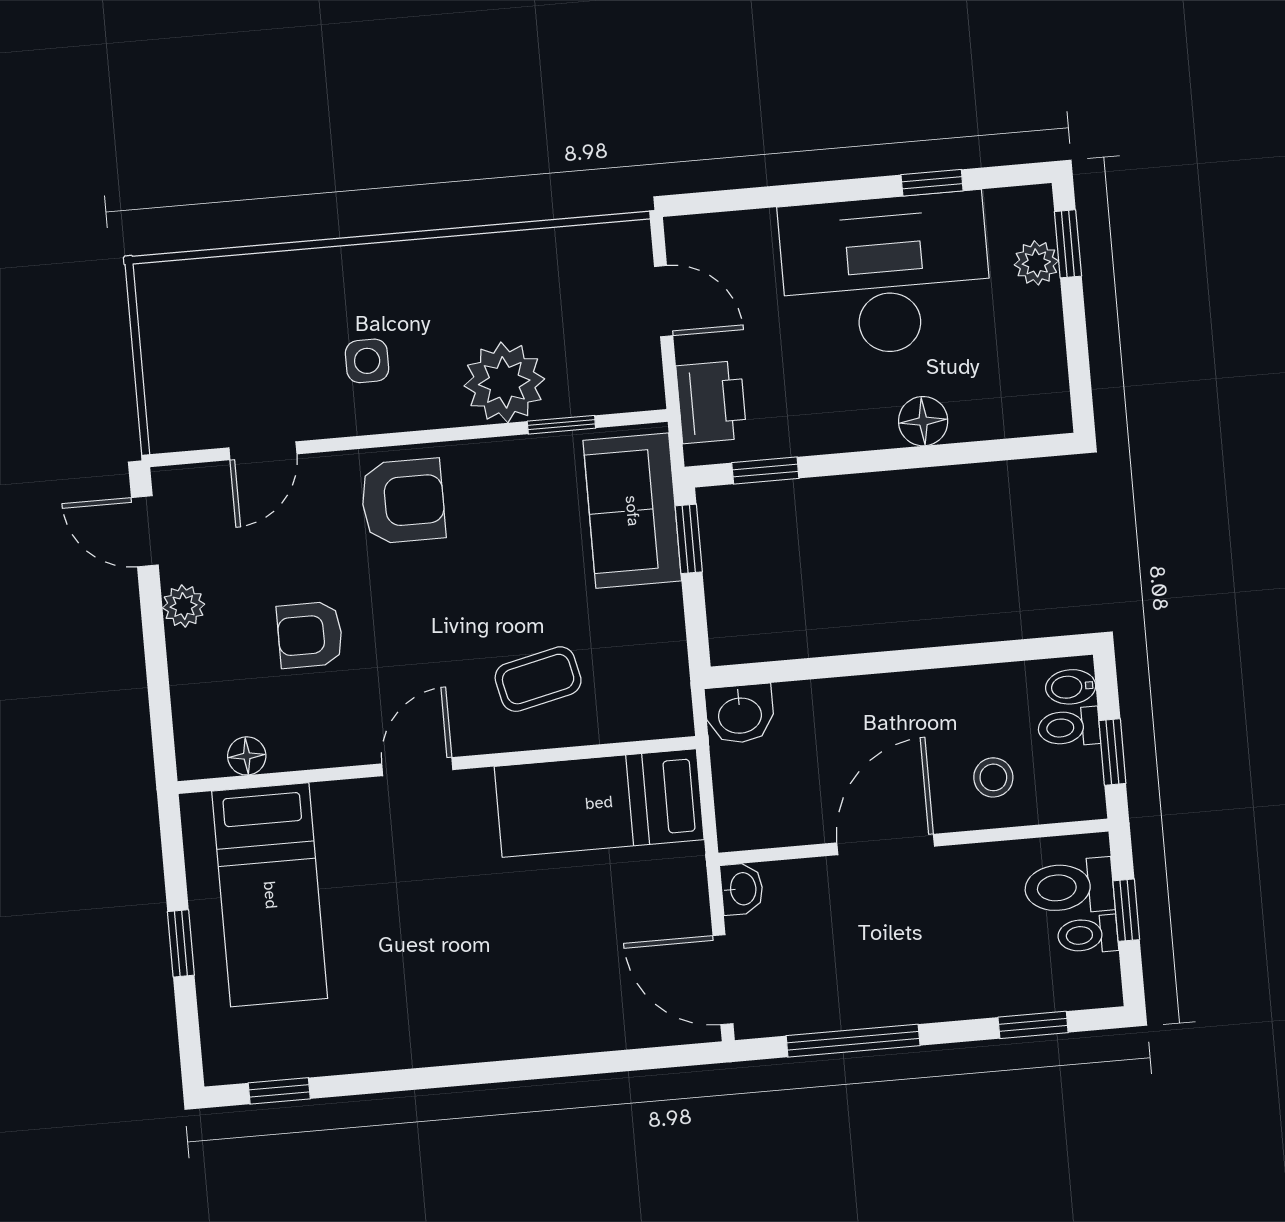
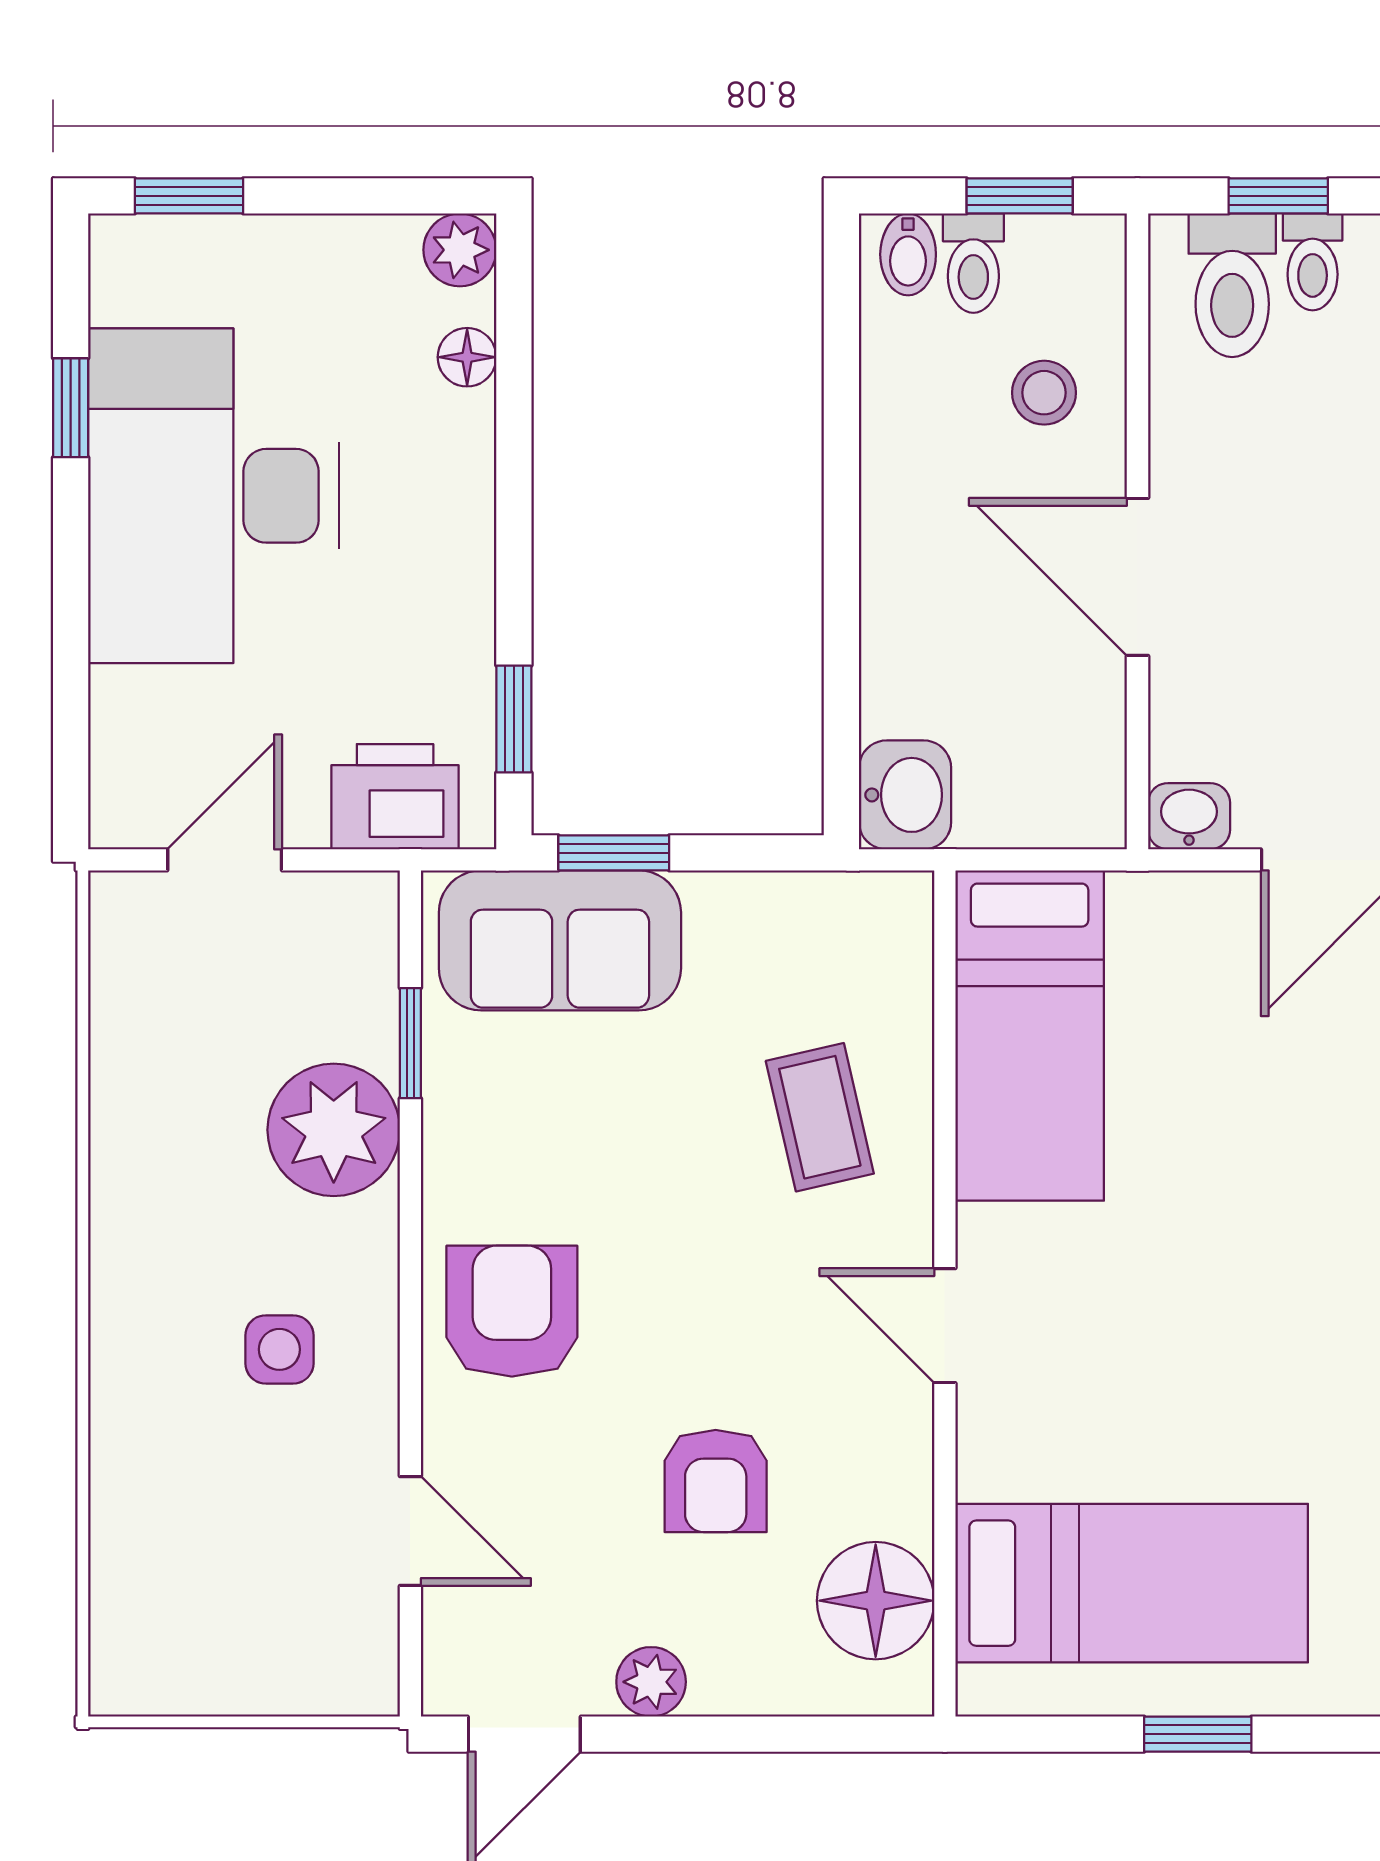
plant: (1036, 263) -> (460, 250), moved
floor lamp: (923, 421) -> (467, 357), moved, width x0.73, depth x0.73
floor lamp: (247, 756) -> (876, 1601), width x1.89, depth x1.89

